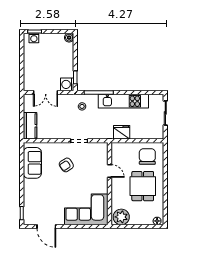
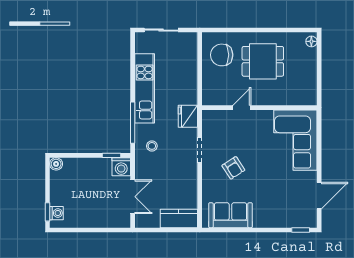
fridge: (122, 132) -> (188, 116), moved
plant: (121, 217) -> (306, 91), removed

